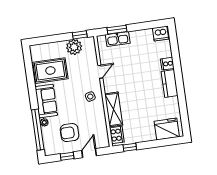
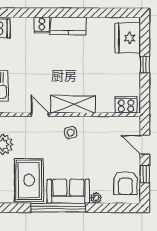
shelving: (114, 109) -> (73, 104), moved
window: (38, 130) -> (58, 208), moved
armchair: (70, 133) -> (125, 183), moved
window: (130, 147) -> (145, 65), moved

